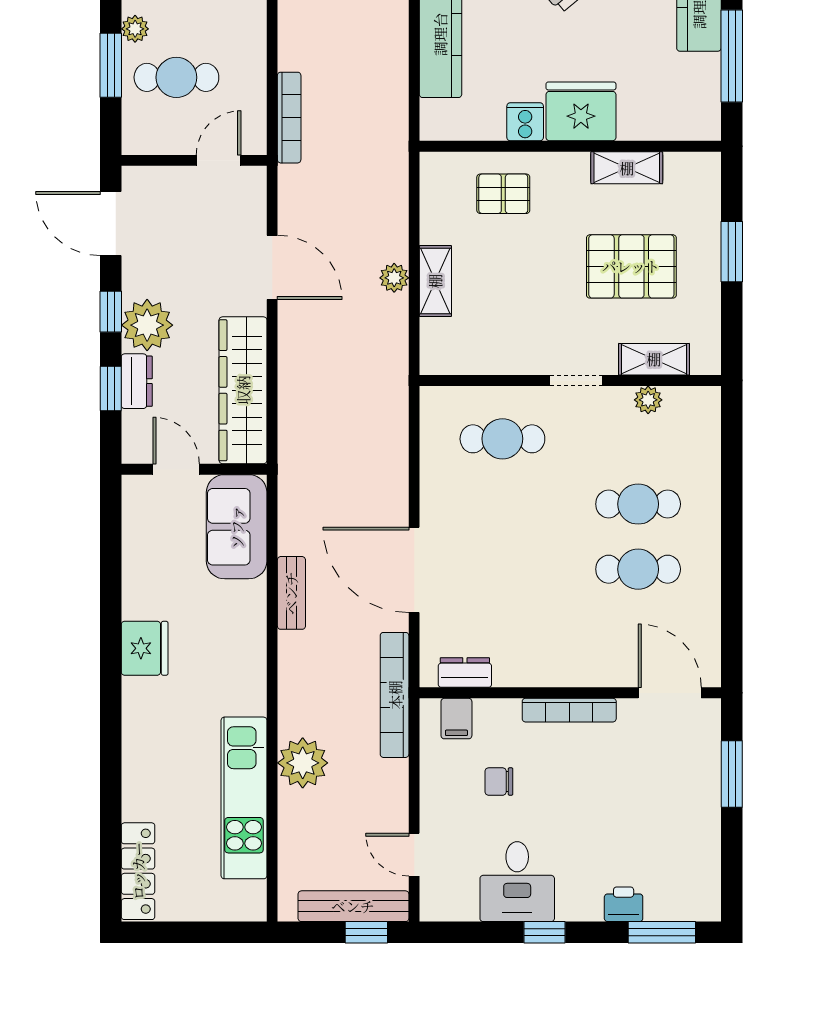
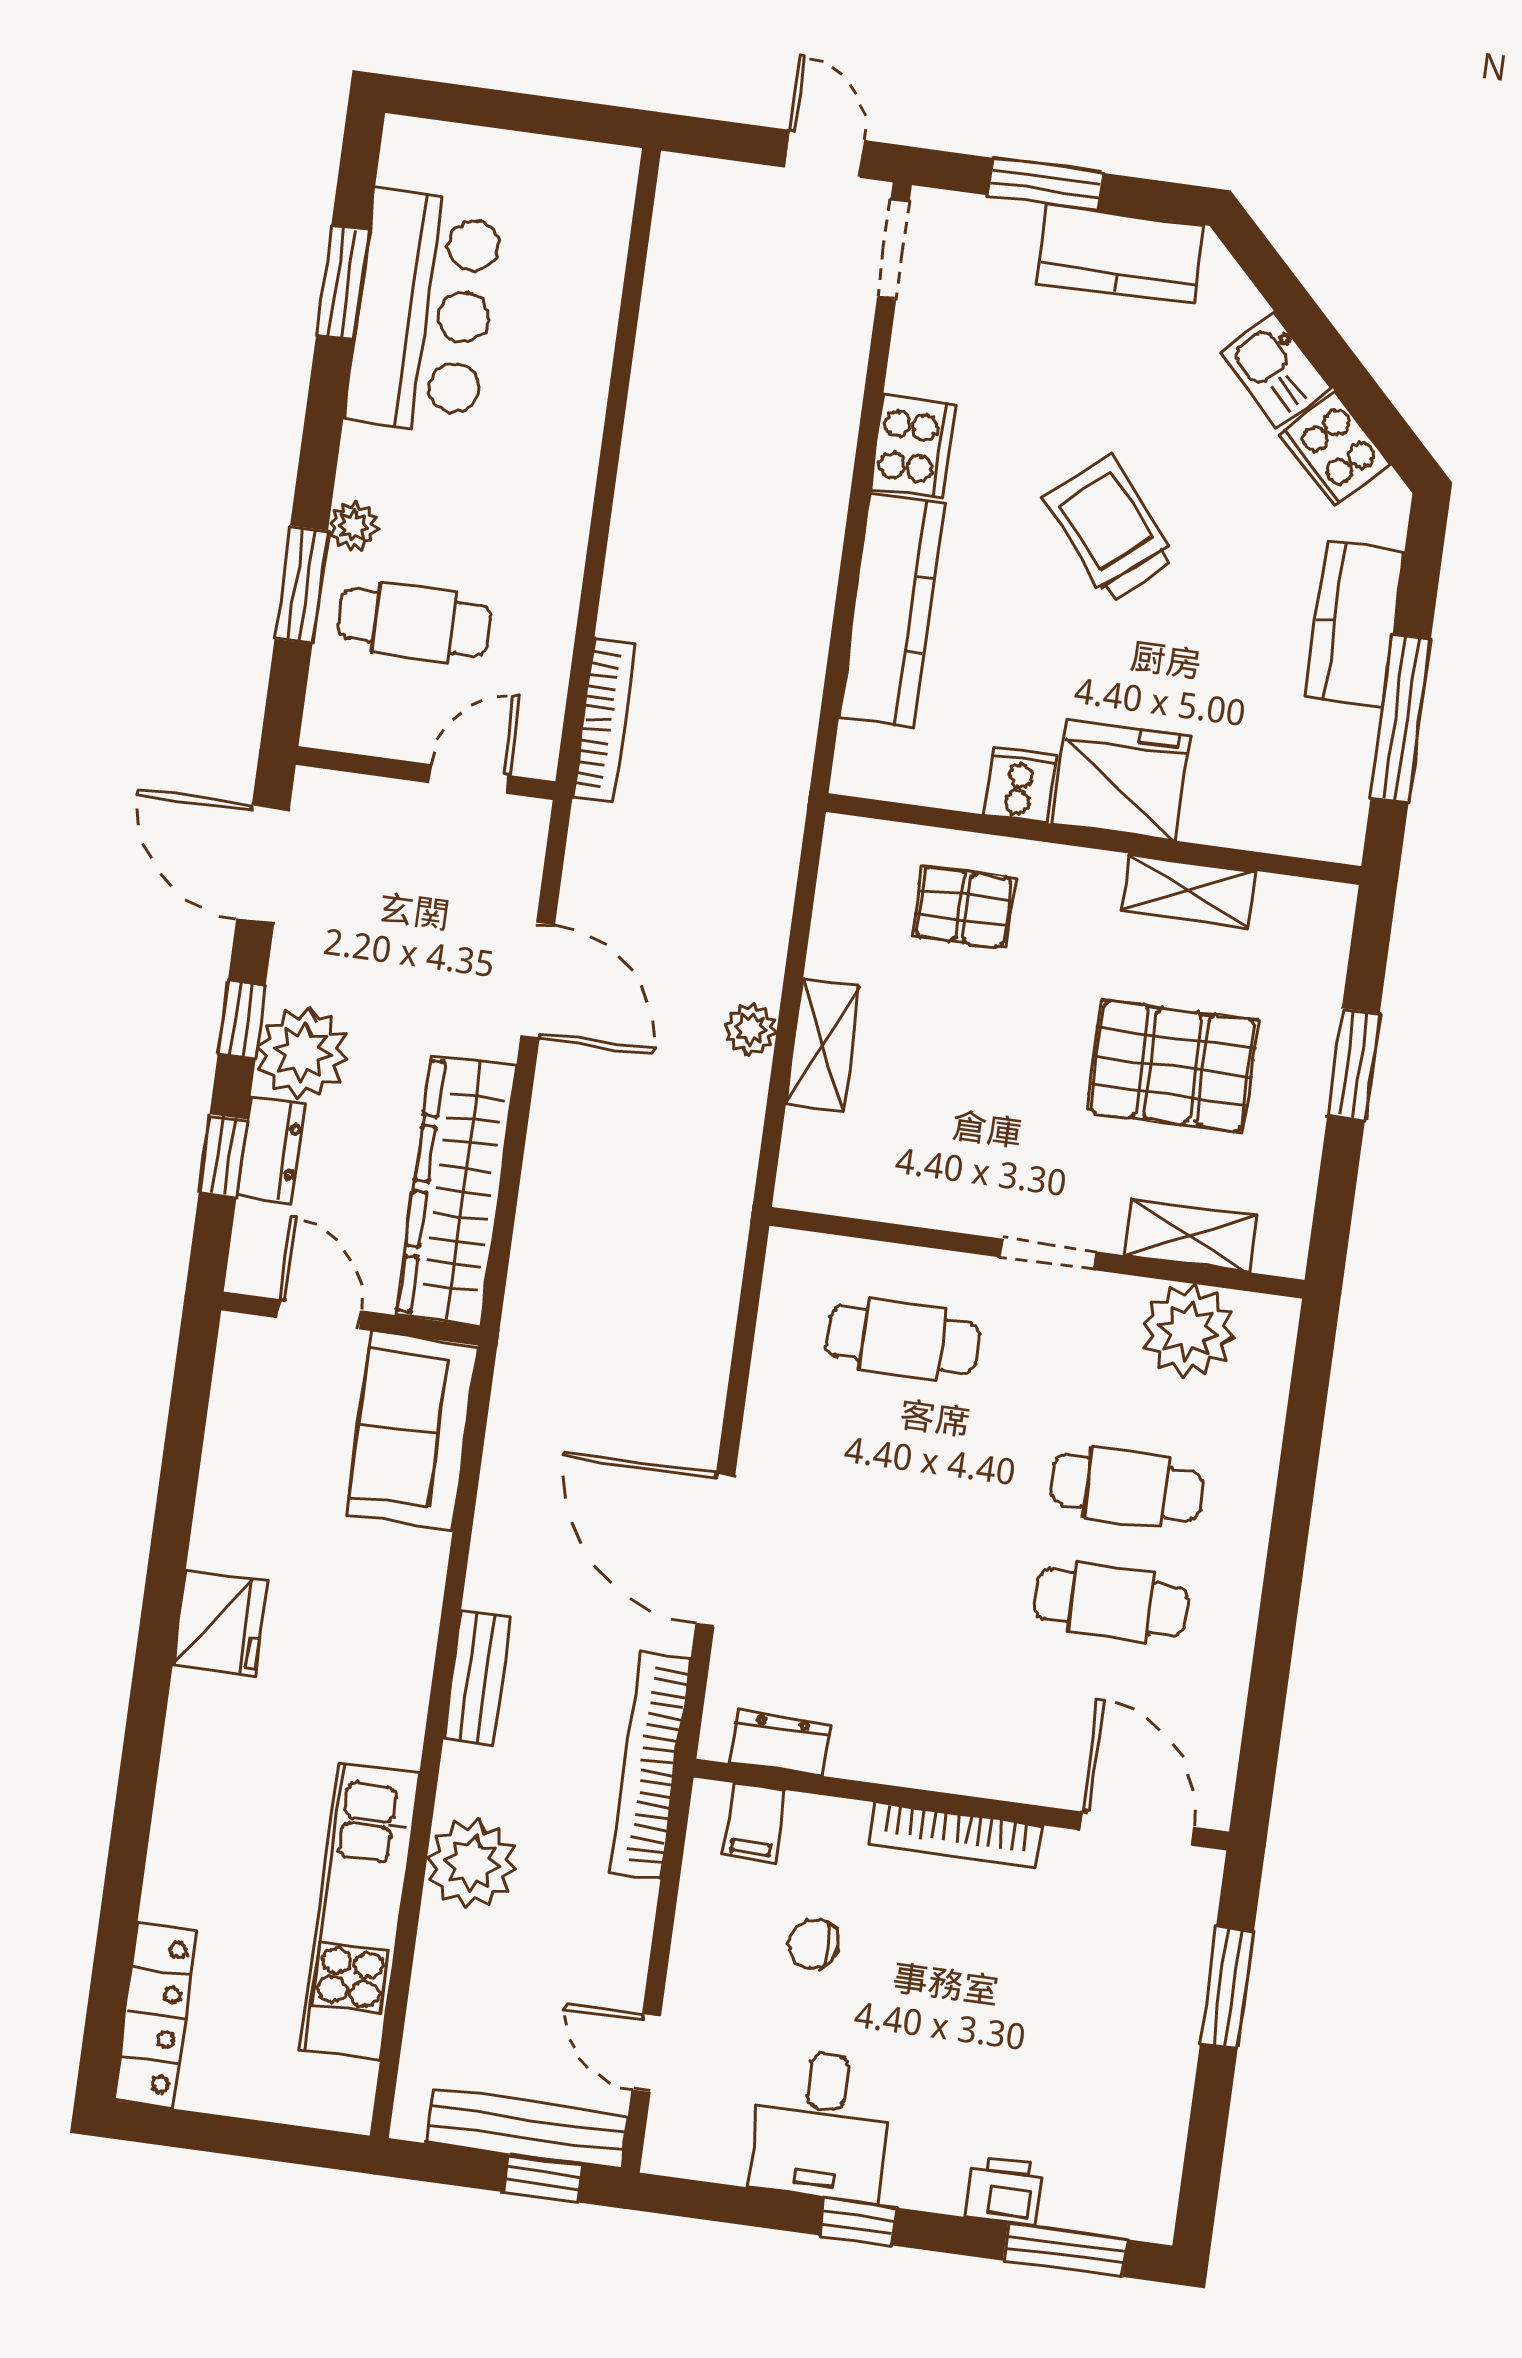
plant: (648, 400) -> (1188, 1331), width x1.87, depth x1.87
bench: (291, 593) -> (477, 1678), moved

